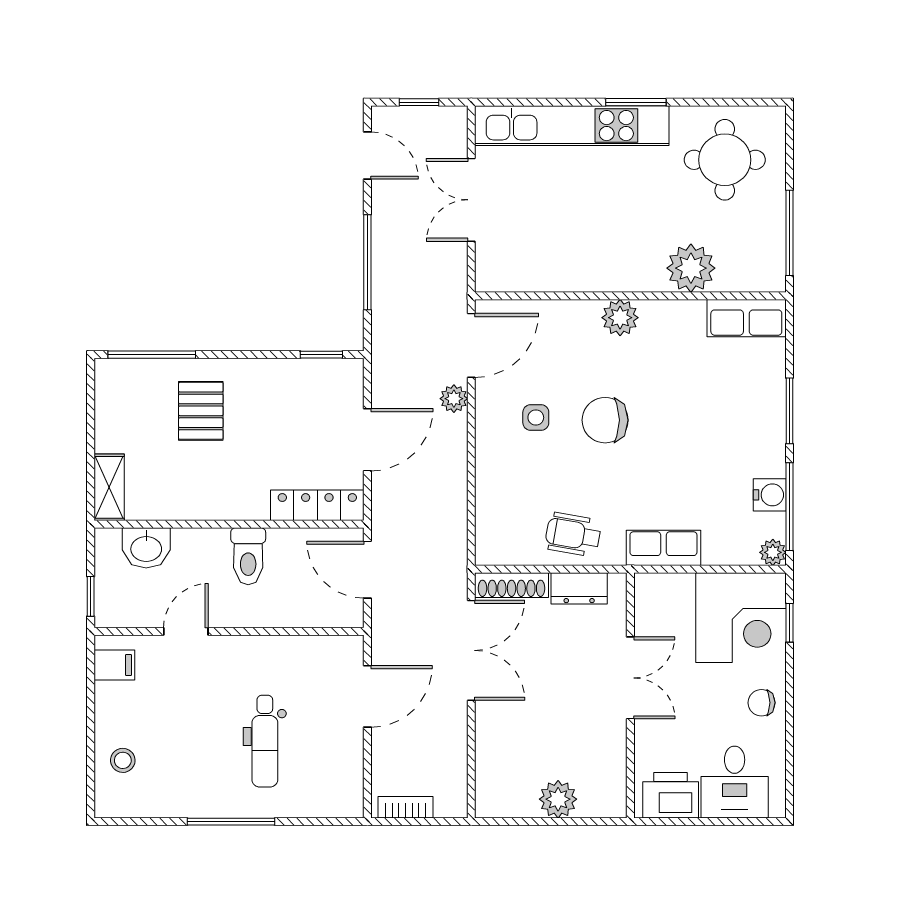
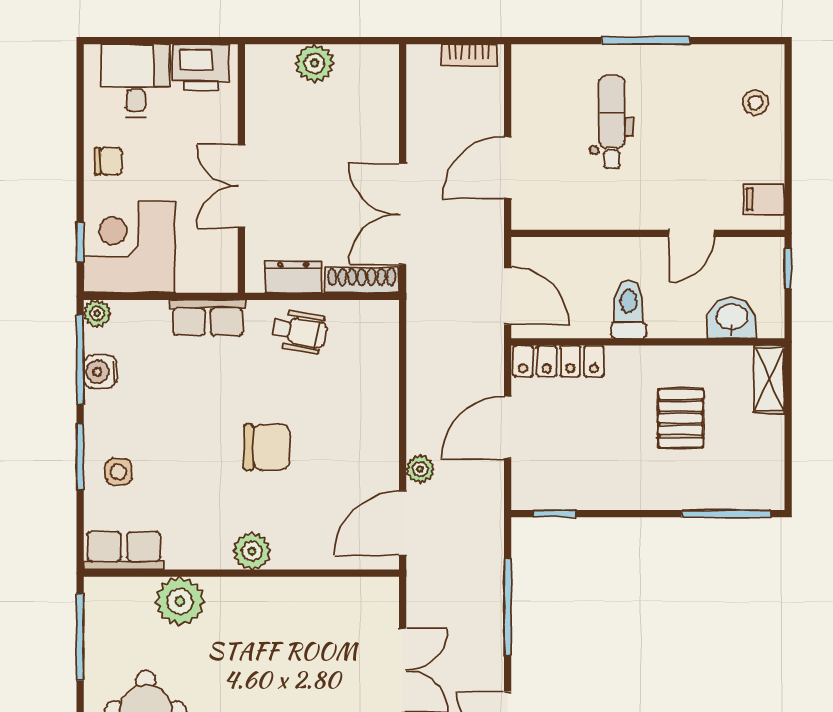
pallet: (201, 411) -> (681, 418), moved
side table: (536, 418) -> (118, 472), moved

